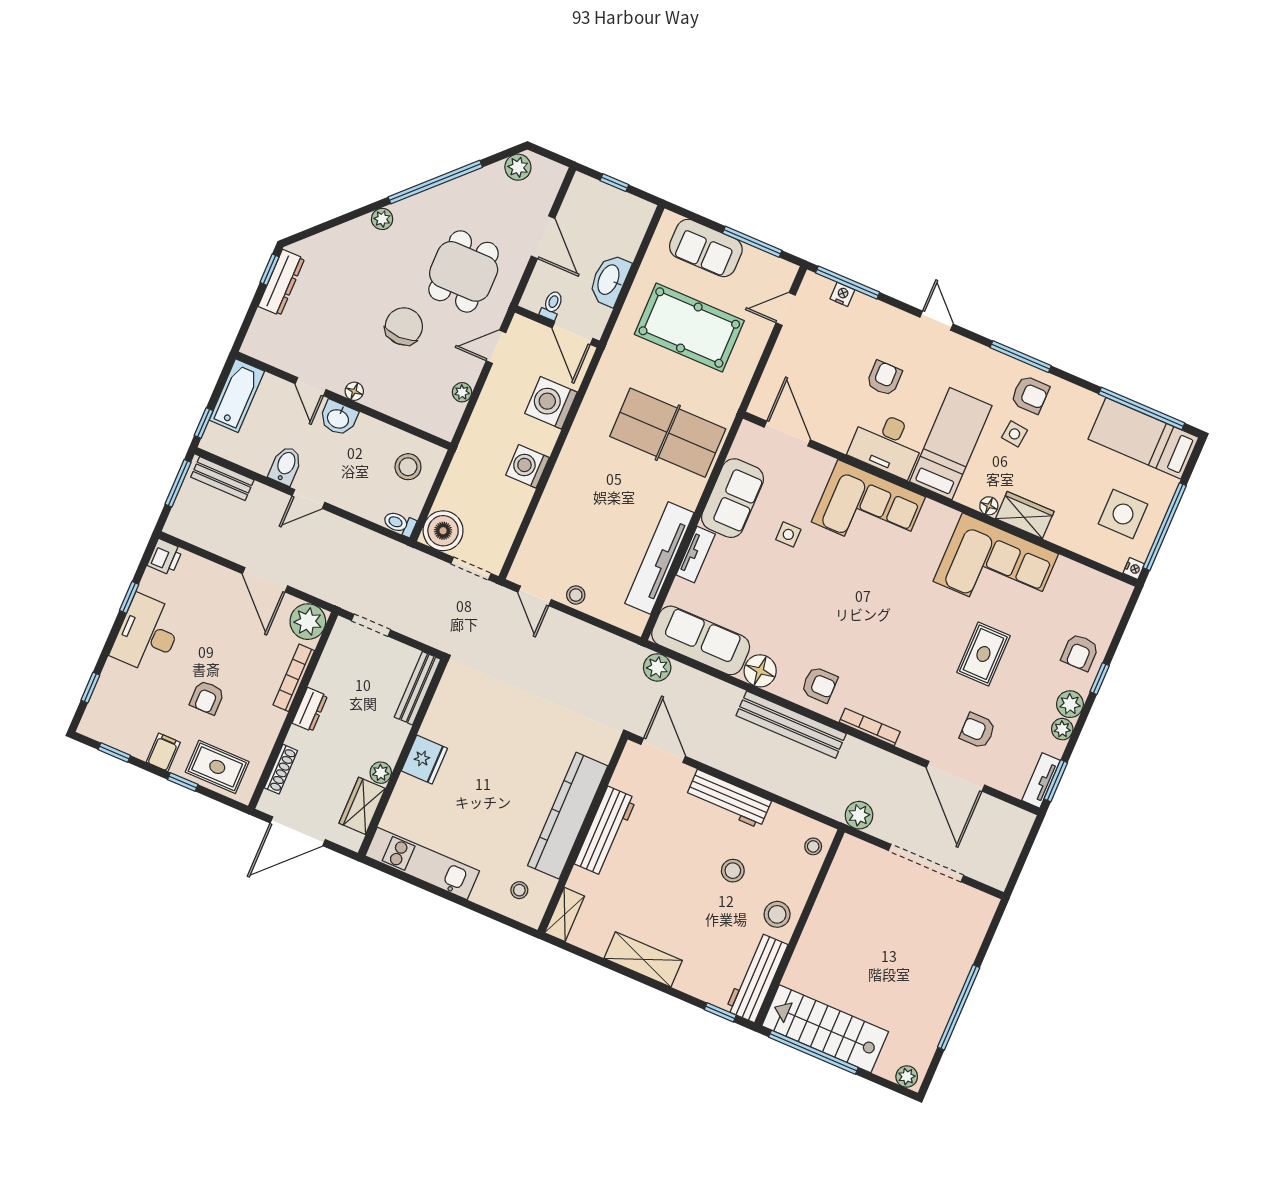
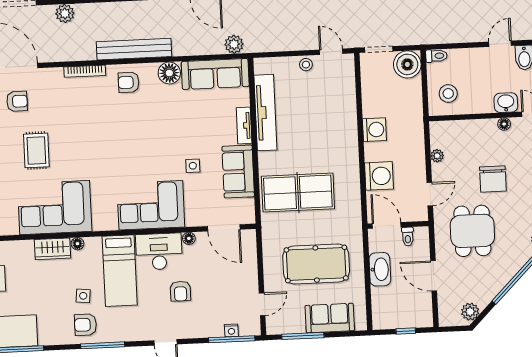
floor lamp: (840, 442) -> (189, 238), added

